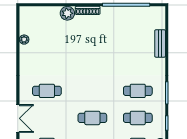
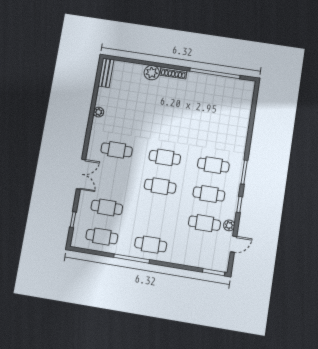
plant: (24, 40) -> (99, 112), moved
bench: (160, 43) -> (106, 73), moved
cafe table: (92, 91) -> (165, 157), added

